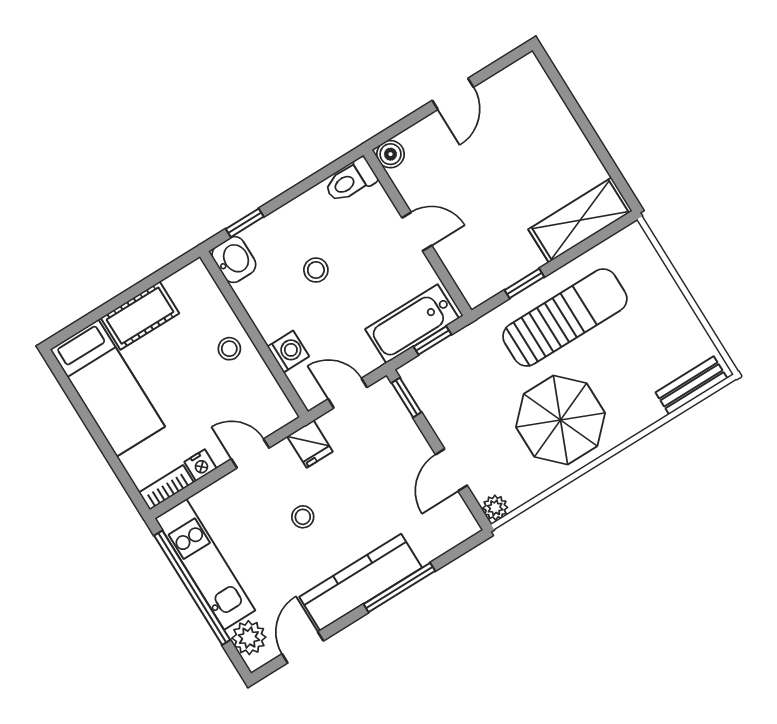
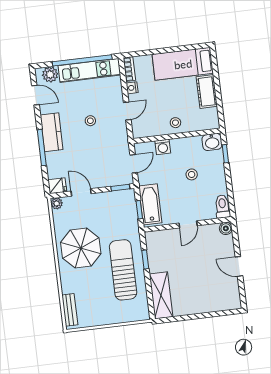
sun lounger: (565, 318) -> (123, 270), turned 180
fridge: (310, 444) -> (57, 186), moved, turned 180
kitchen counter: (361, 582) -> (52, 132), width x0.67

